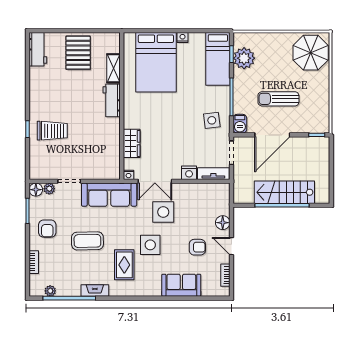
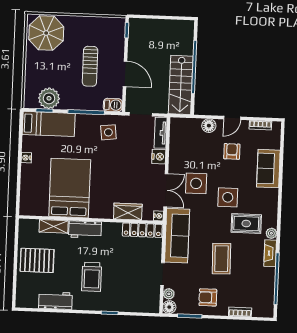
workbench: (38, 49) -> (55, 300), moved
bed: (156, 62) -> (70, 188), moved, turned -90
trolley: (52, 131) -> (92, 277), moved, turned 180
door: (272, 135) -> (125, 74), width x0.73
locker: (113, 159) -> (142, 230), added
stairs: (284, 192) -> (181, 85), moved
armchair: (47, 229) -> (208, 297), turned 180
plant: (50, 291) -> (271, 233), moved

